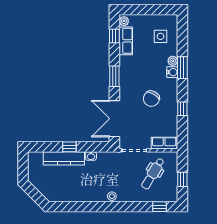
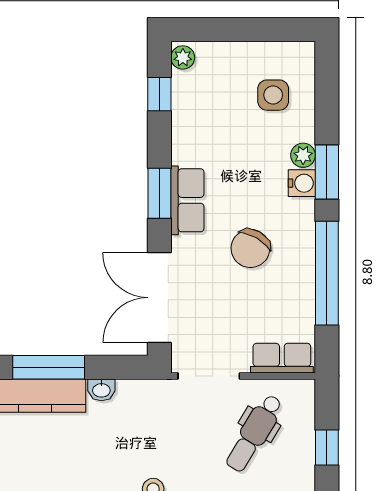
row of seats: (126, 41) -> (187, 200), moved
window: (182, 109) -> (327, 273), width x3.17
window: (69, 147) -> (49, 367), width x2.17

